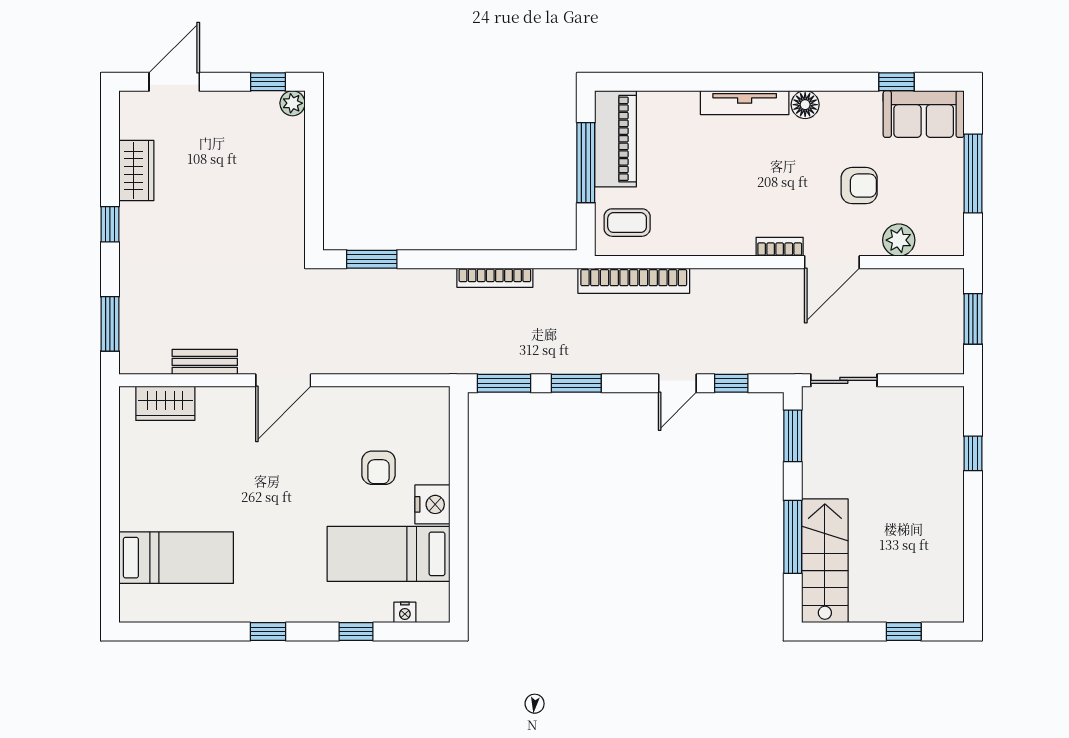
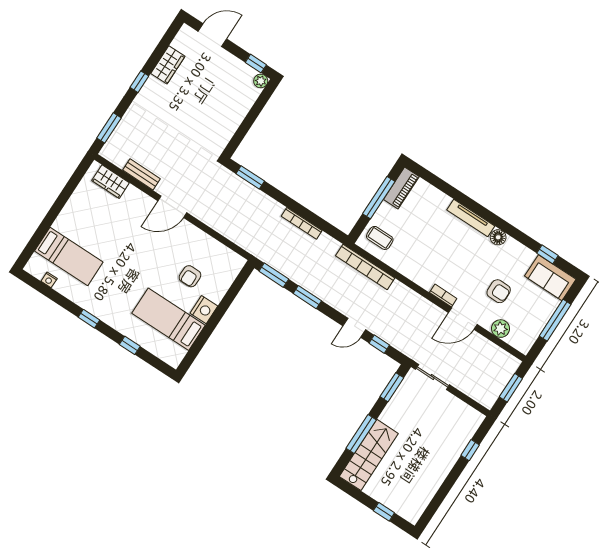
piano: (616, 139) -> (401, 188), width x0.73, depth x0.75
nightstand: (405, 612) -> (49, 280), moved

